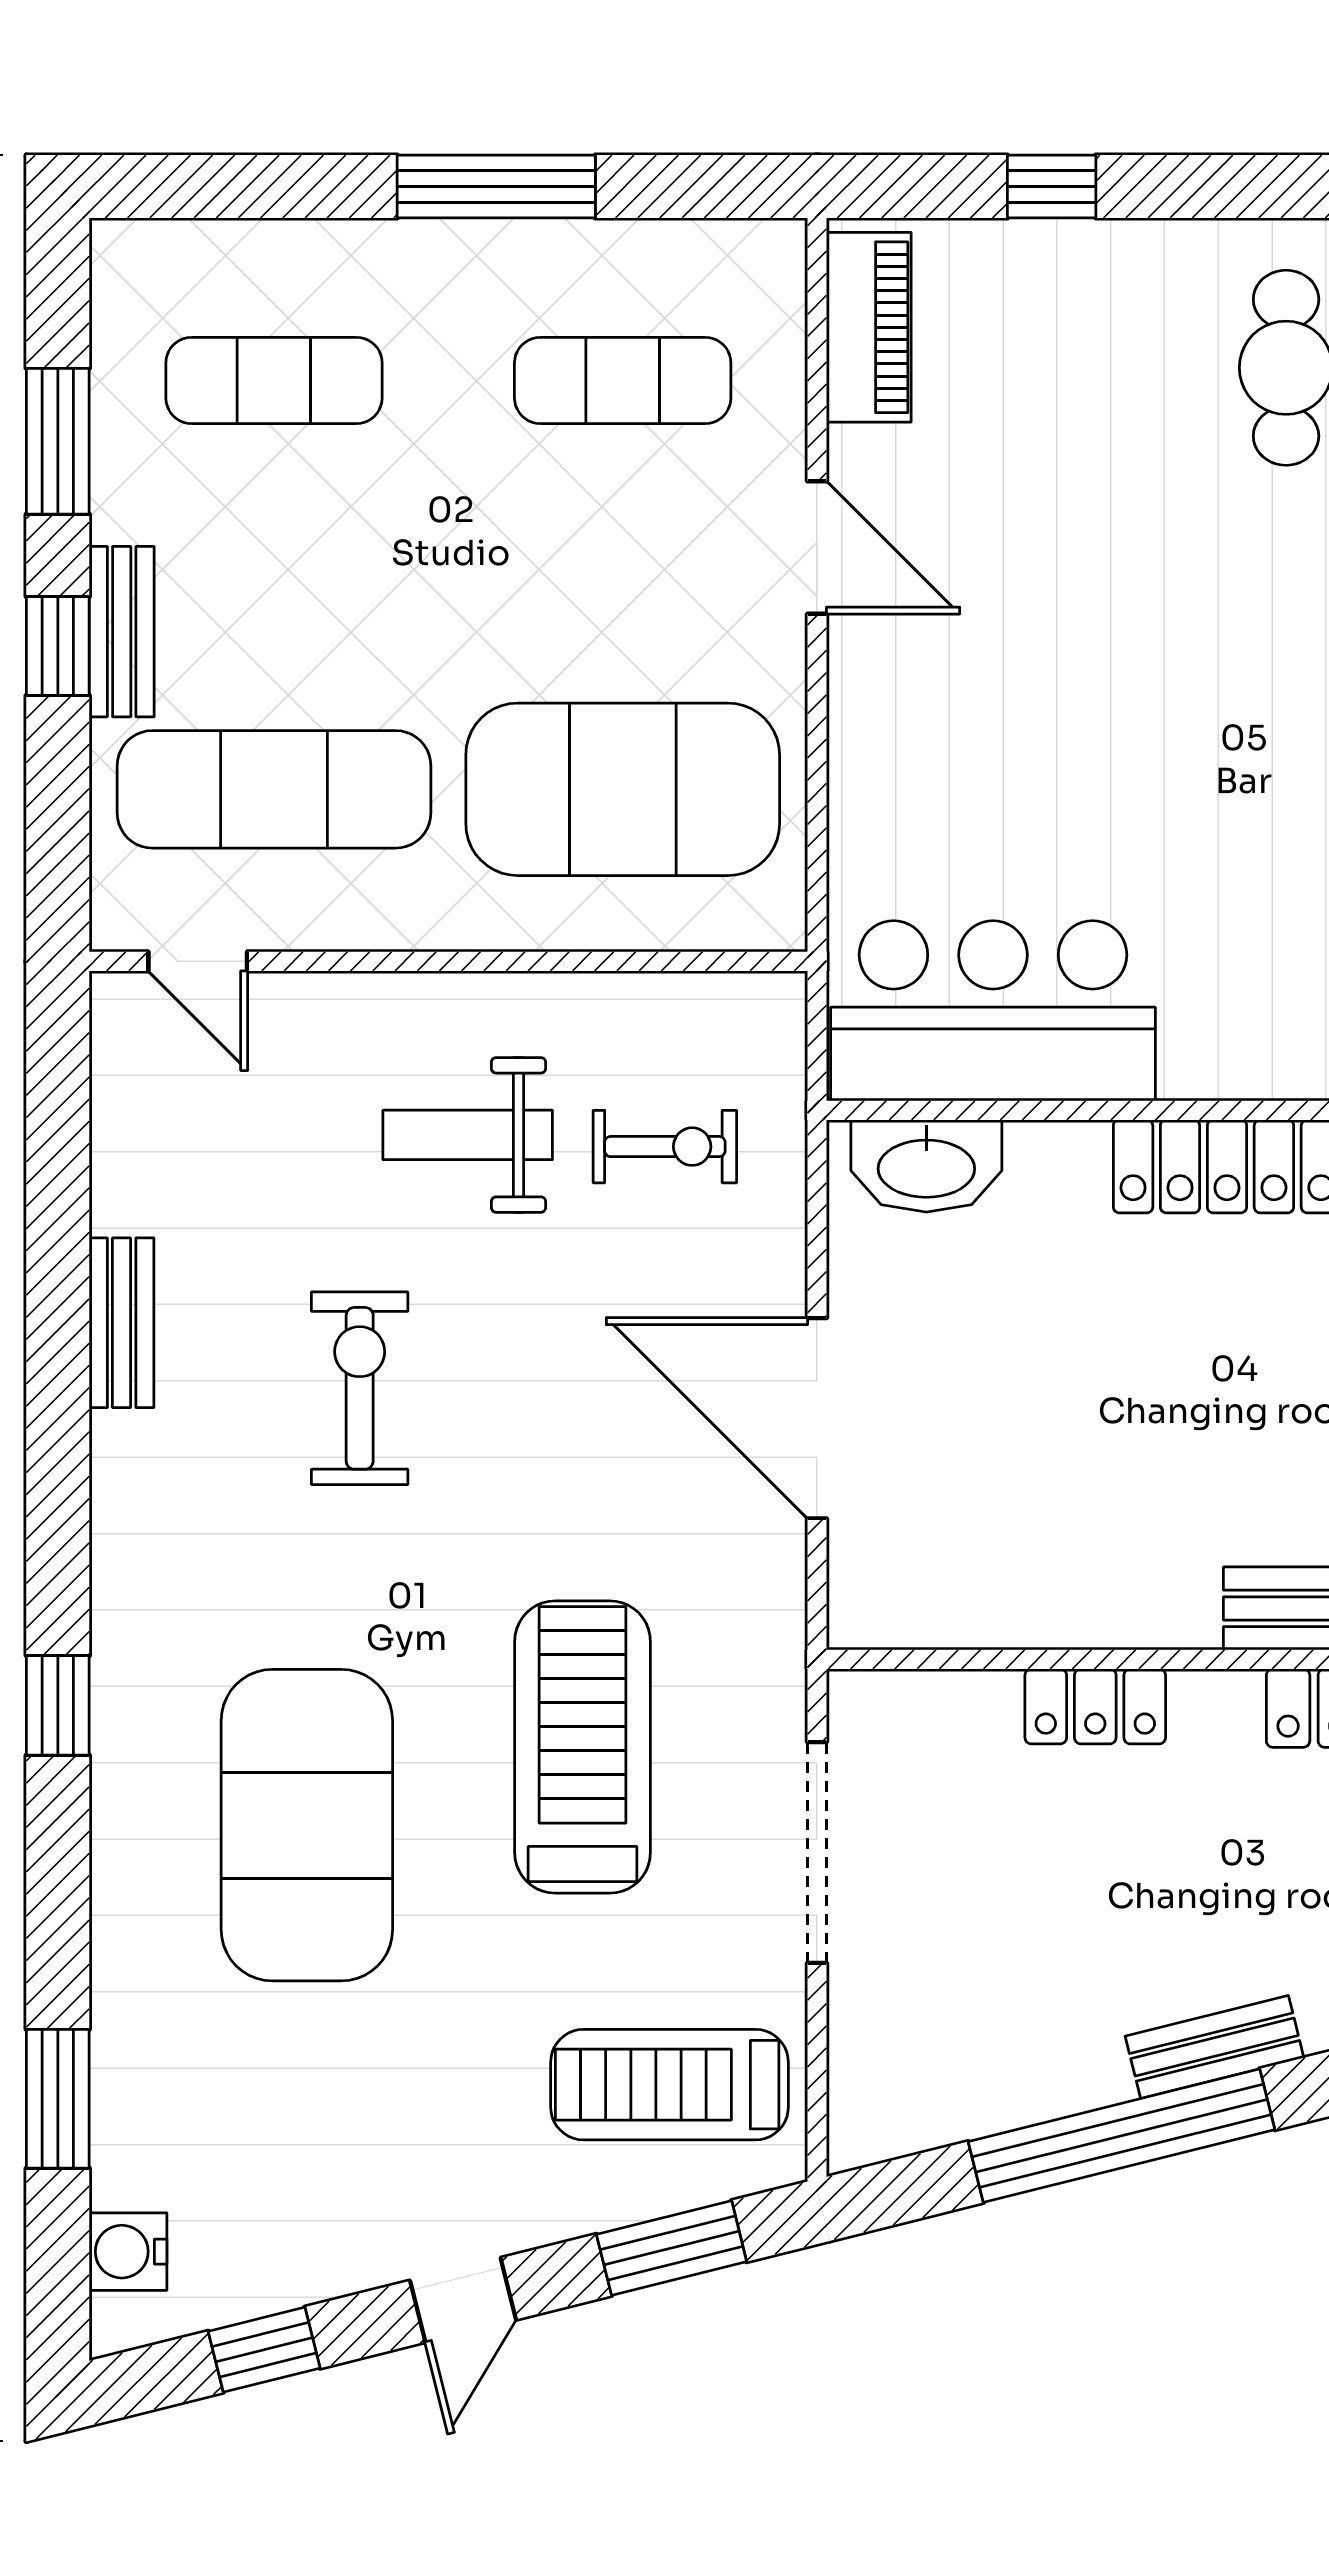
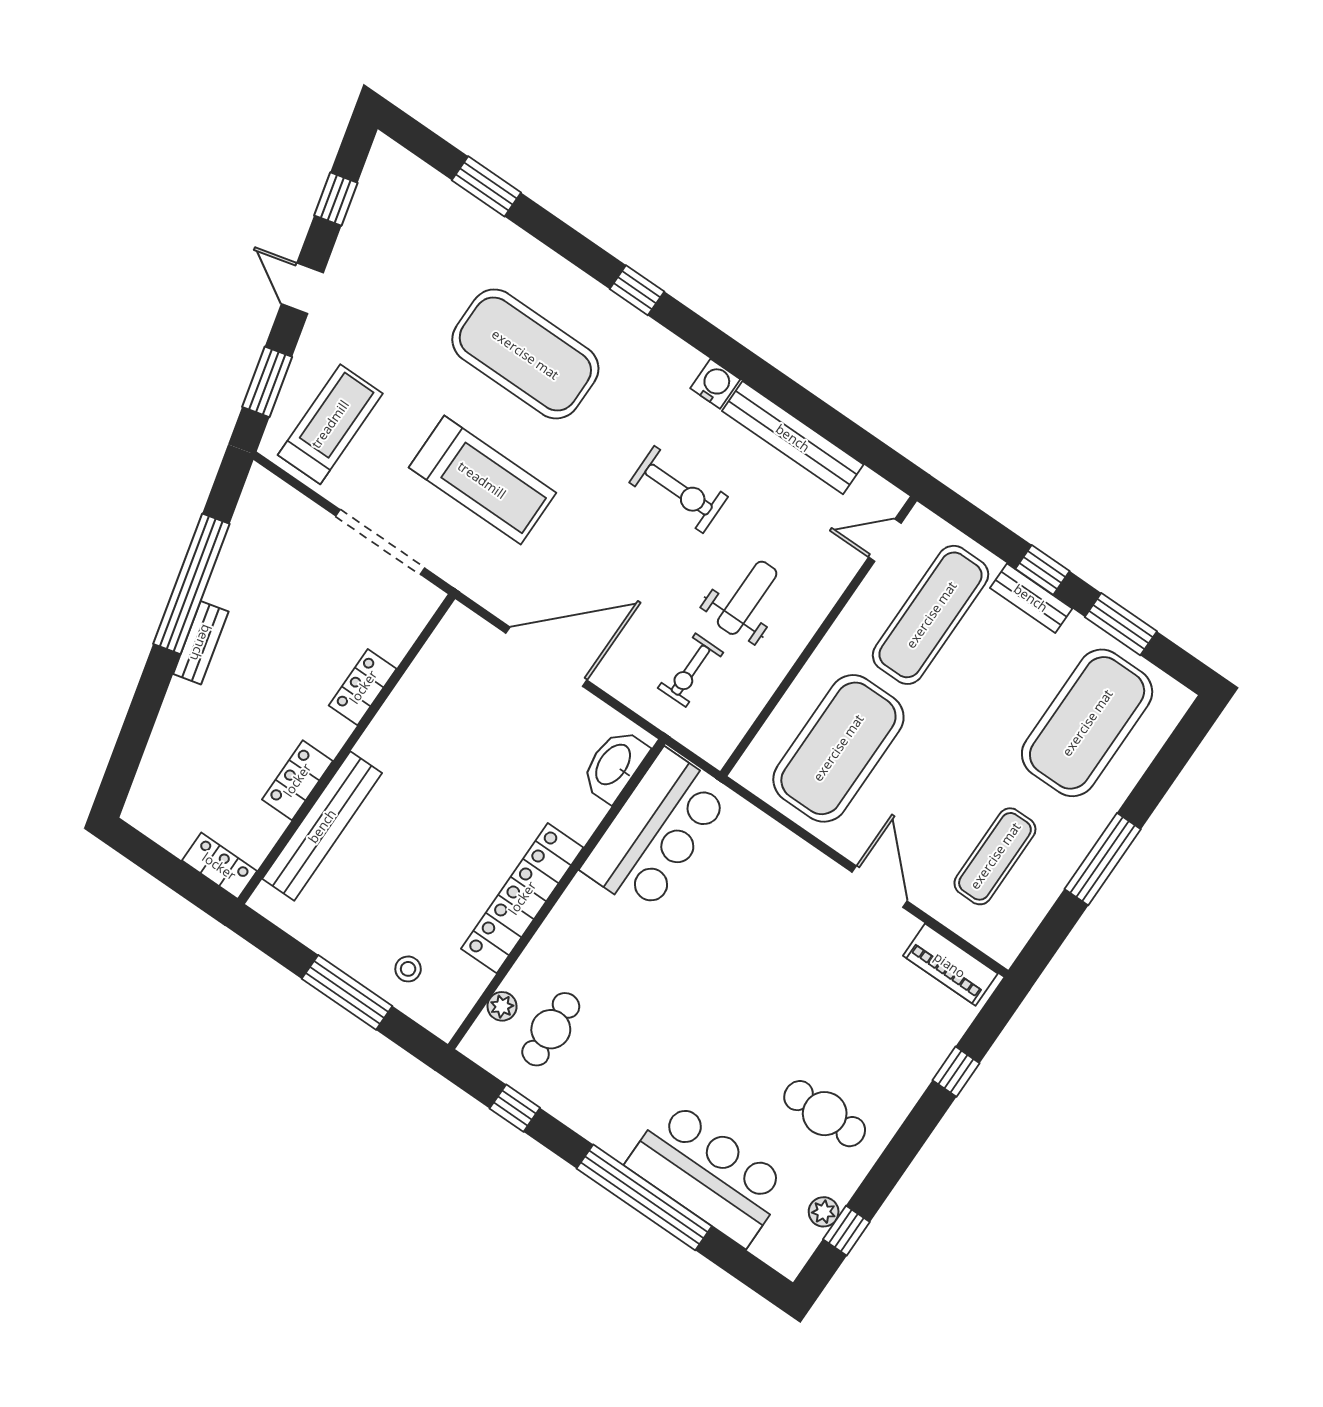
exercise mat: (274, 380) -> (1087, 723), width x2.00, depth x1.45
door: (817, 547) -> (880, 887), swing flipped
bench: (122, 1323) -> (793, 438), width x1.86, depth x1.21
water cooler: (128, 2252) -> (715, 384), moved

